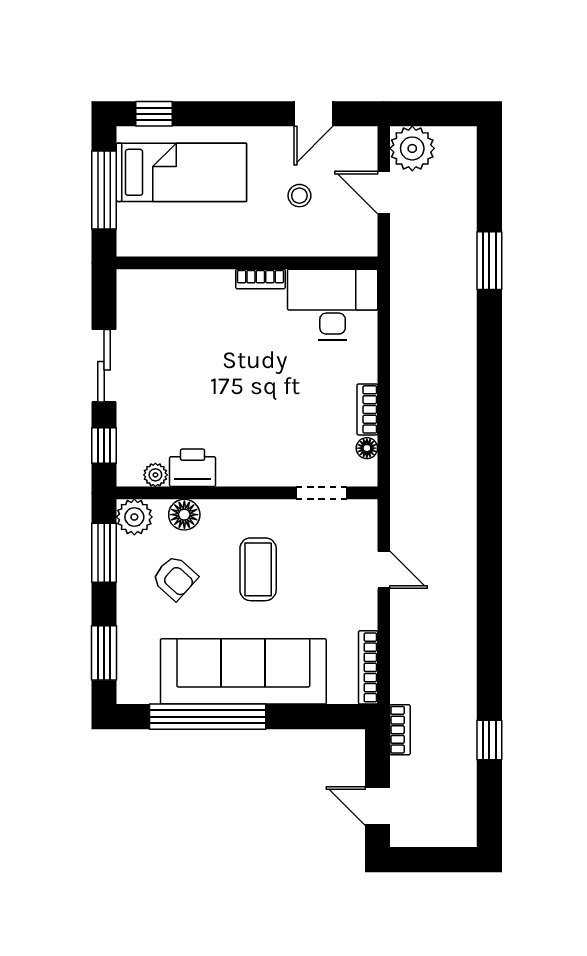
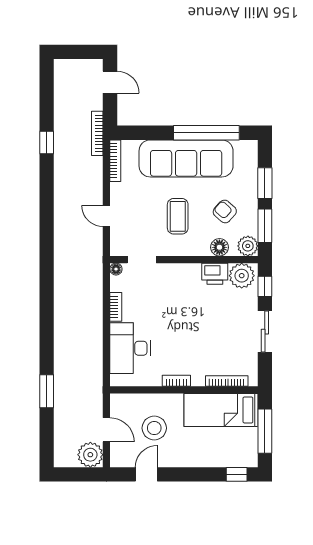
bed: (181, 172) -> (221, 410), moved
stool: (299, 196) -> (154, 428), width x1.89, depth x1.89
bookcase: (172, 279) -> (227, 381), added
desk: (333, 305) -> (130, 348), moved, turned 90
floor lamp: (367, 448) -> (116, 269), moved
plant: (155, 475) -> (242, 276), width x1.87, depth x1.87
window: (104, 653) -> (265, 183), moved
bookcase: (400, 730) -> (97, 133), width x1.56
window: (489, 740) -> (47, 142), moved

